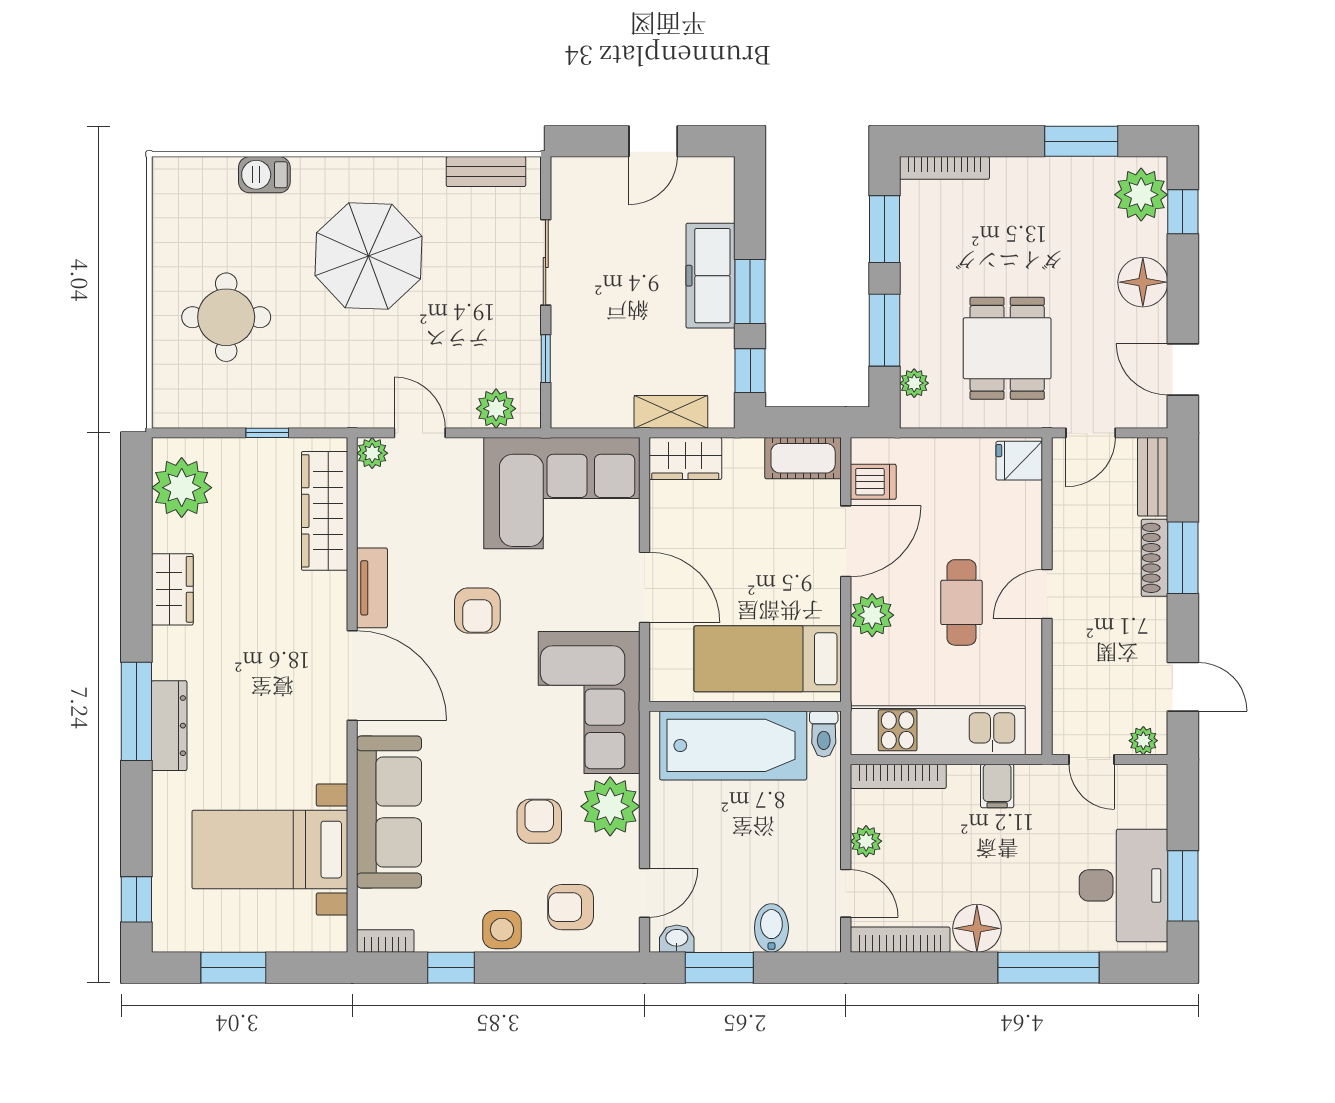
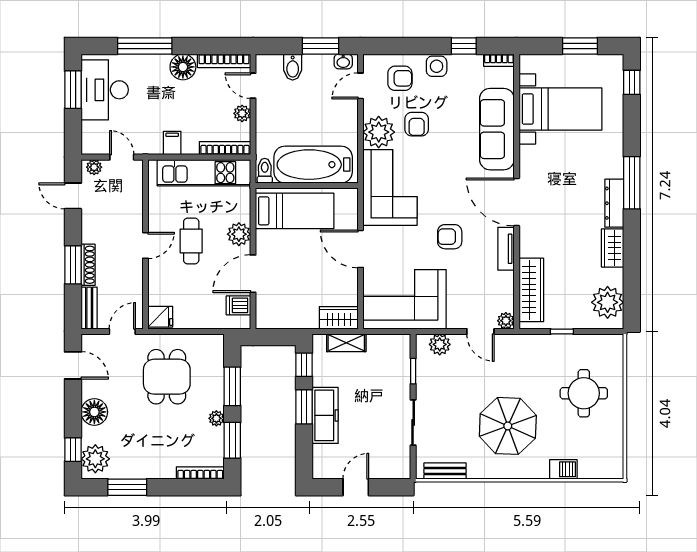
plant: (914, 383) -> (216, 418), moved
cot: (803, 458) -> (276, 318), removed
armchair: (477, 610) -> (450, 237), turned -90
dresser: (169, 726) -> (614, 203), moved

